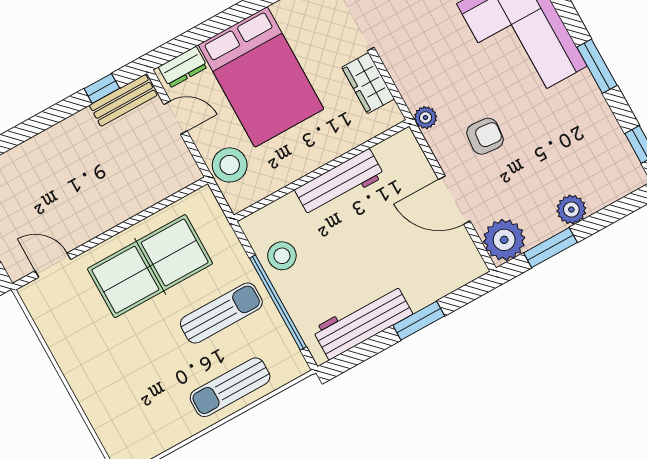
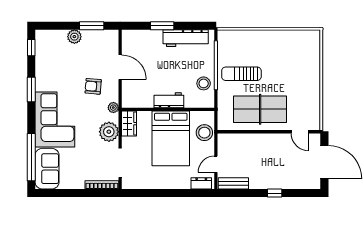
bed: (261, 77) -> (171, 138), moved, turned 180
wardrobe: (368, 83) -> (129, 124), moved
window: (102, 88) -> (275, 193), moved
door: (175, 118) -> (216, 164), hinge flipped
workbench: (340, 183) -> (169, 100), width x0.73
plant: (504, 240) -> (109, 132), moved
sun lounger: (230, 387) -> (255, 41), removed

